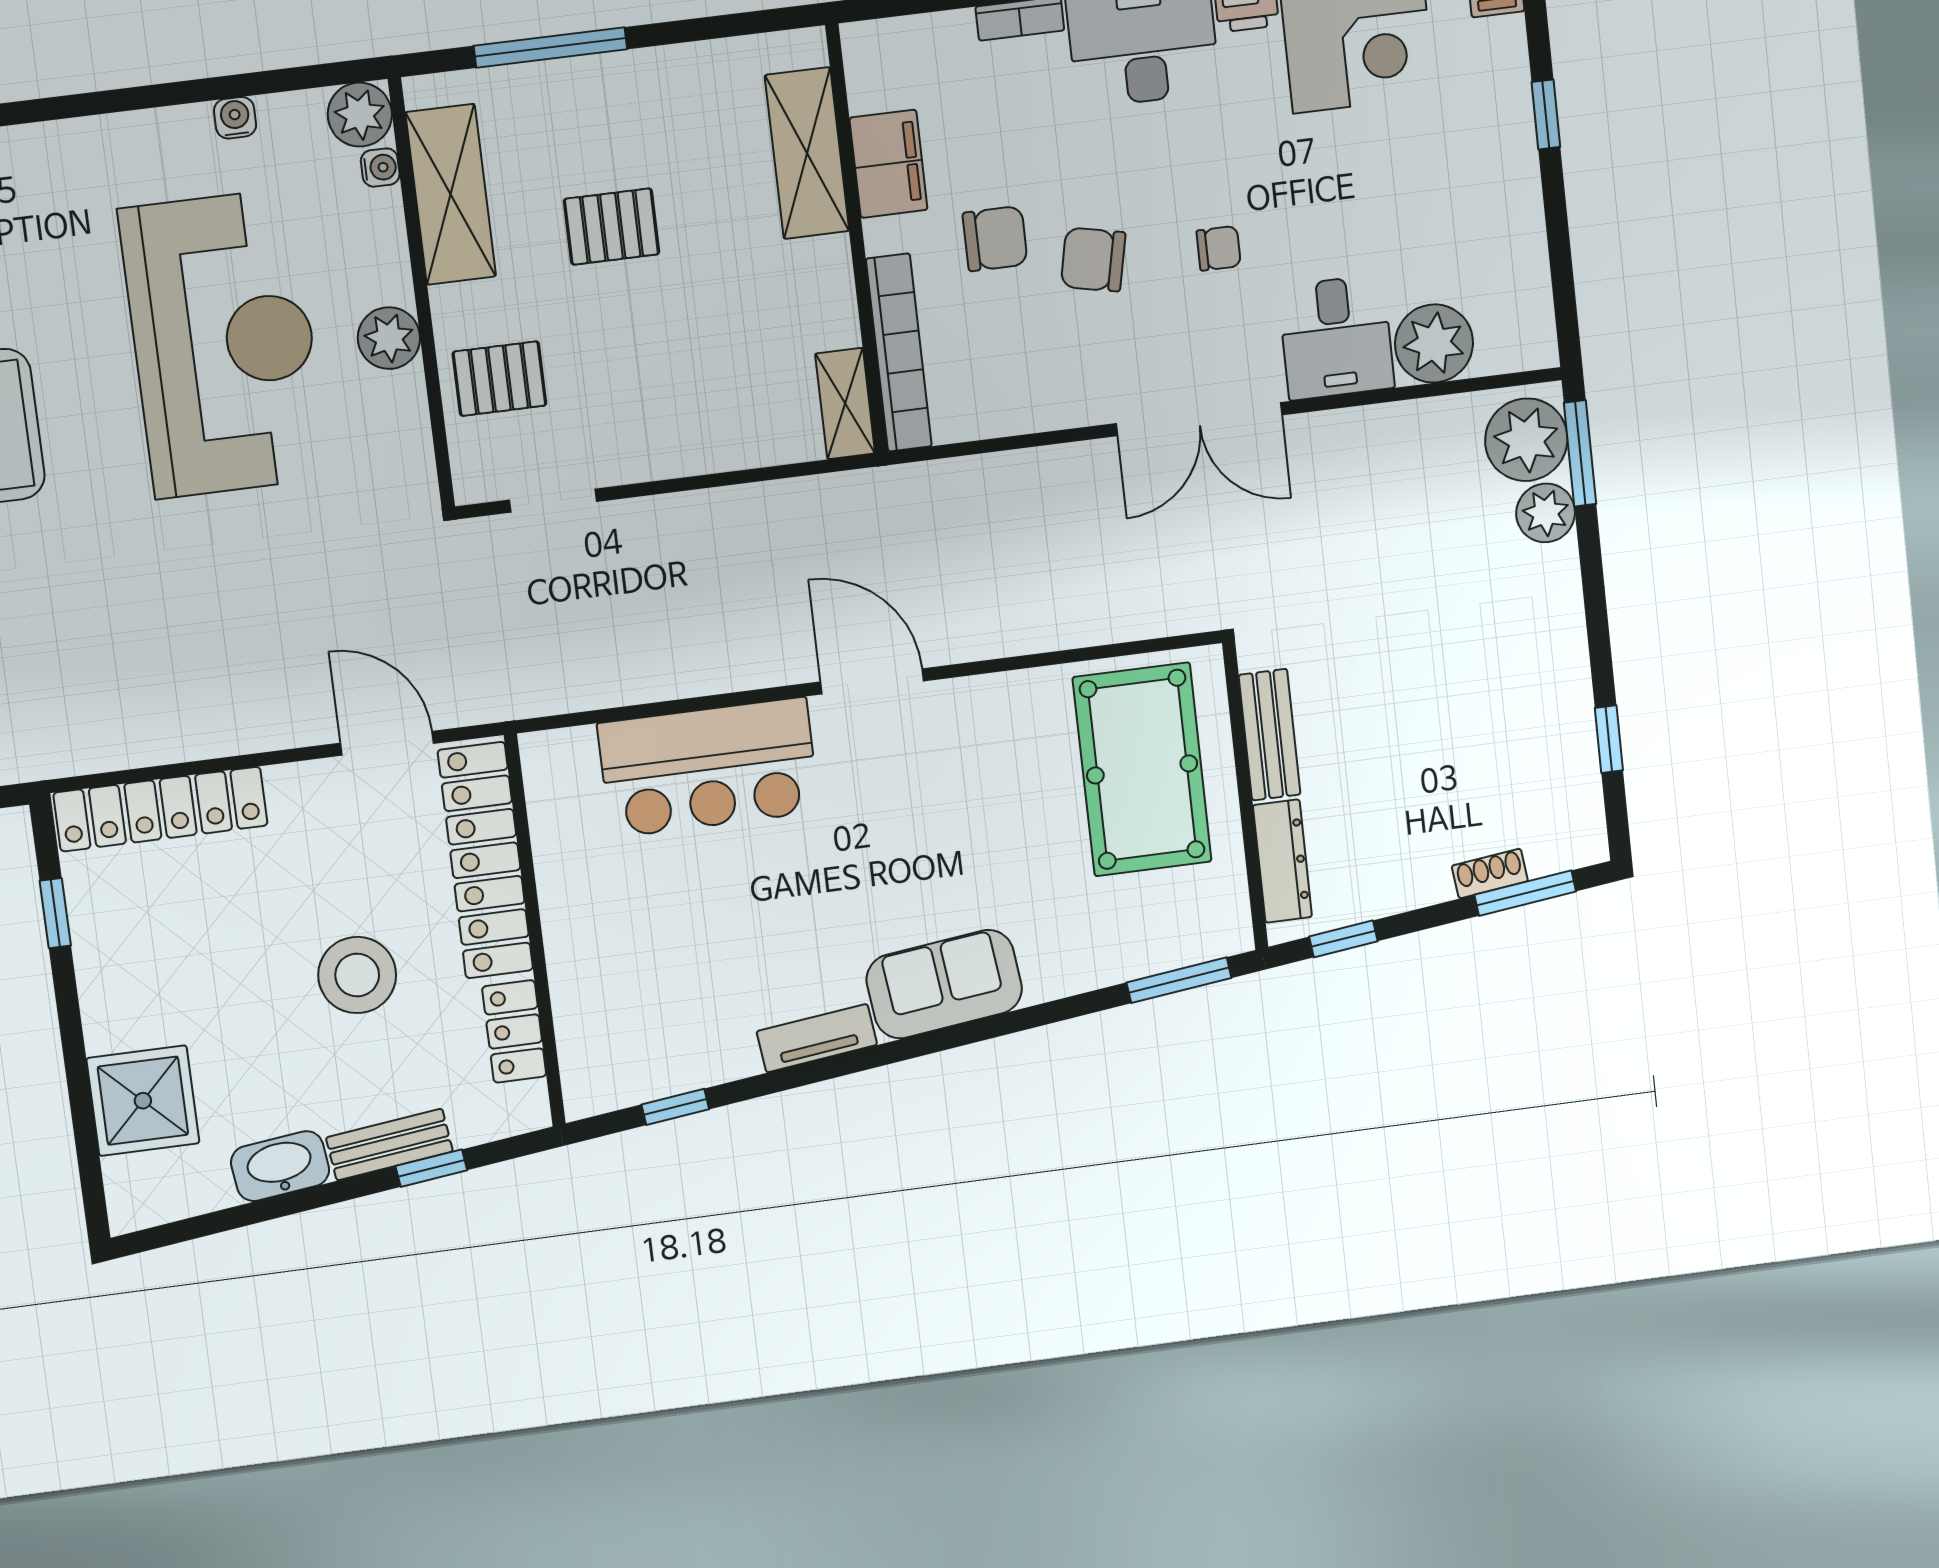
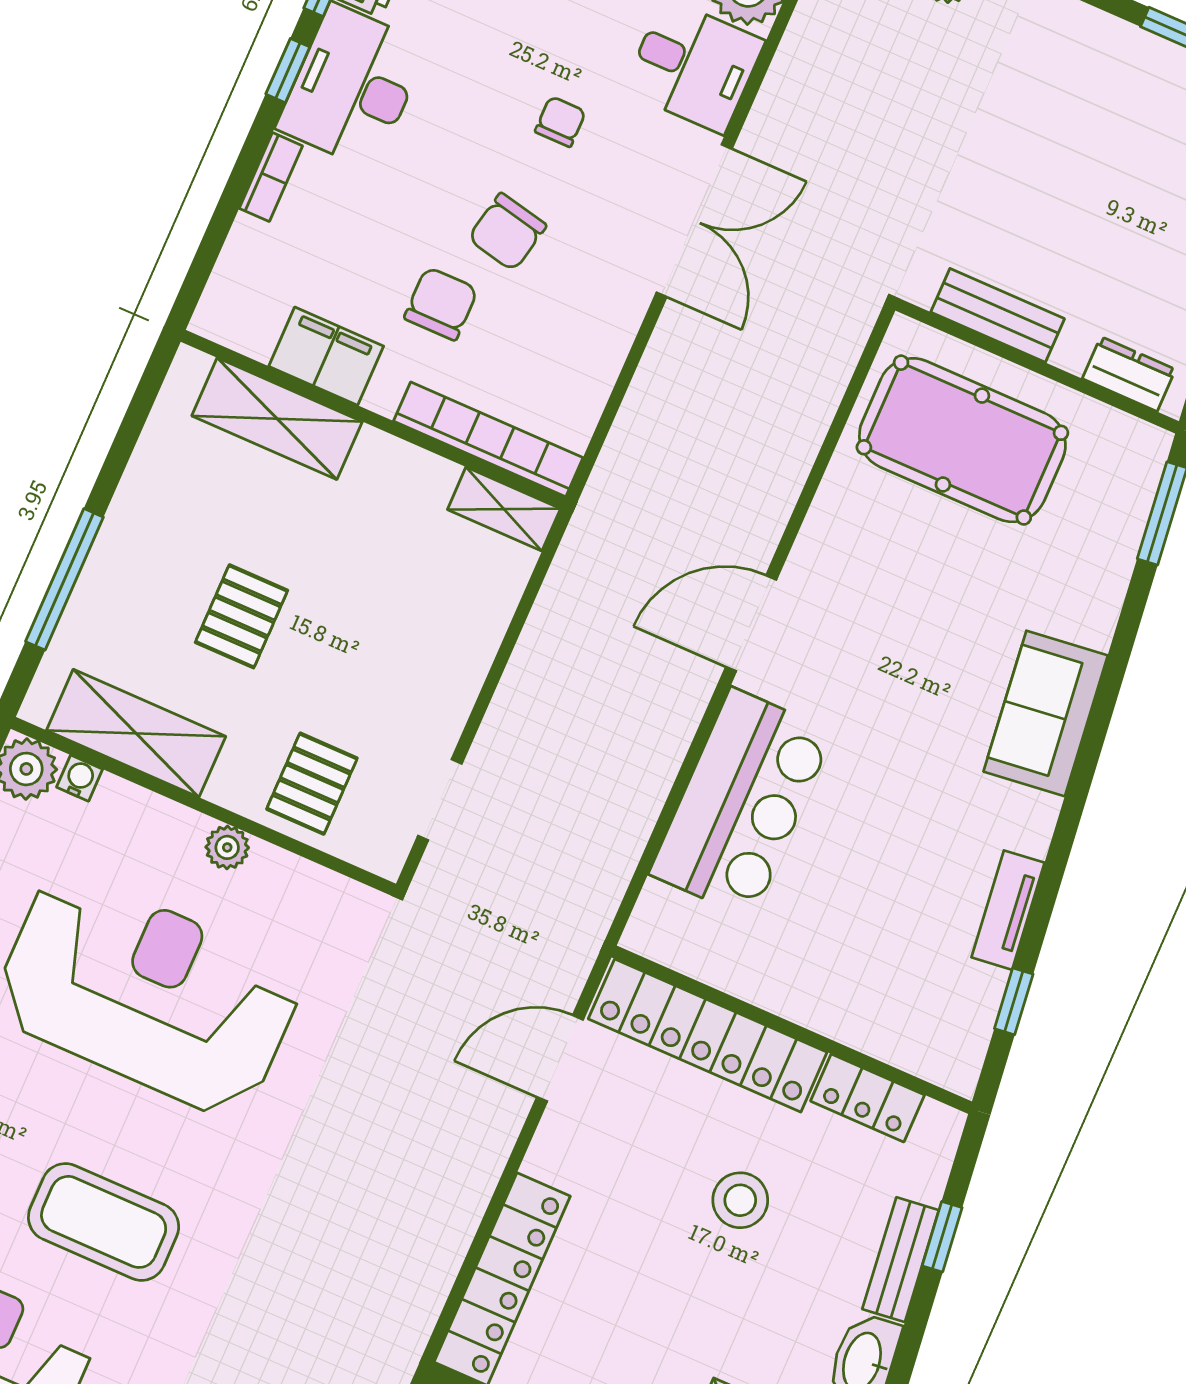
plant: (389, 338) -> (227, 847), width x0.73, depth x0.73
dresser: (1282, 861) -> (1129, 374), width x0.70
stool: (357, 975) -> (740, 1200), width x0.73, depth x0.73
tv unit: (817, 1038) -> (1008, 910), moved

